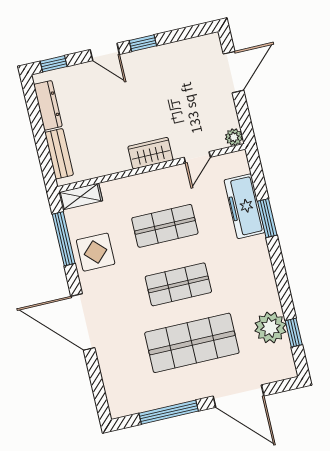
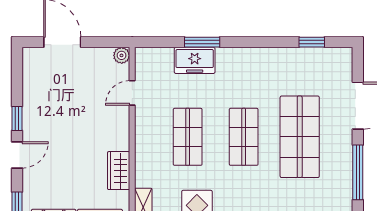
wardrobe: (150, 153) -> (119, 171), moved
door: (197, 157) -> (132, 93), swing flipped
freezer: (244, 206) -> (195, 60), width x0.71
plant: (270, 328) -> (302, 62), removed

